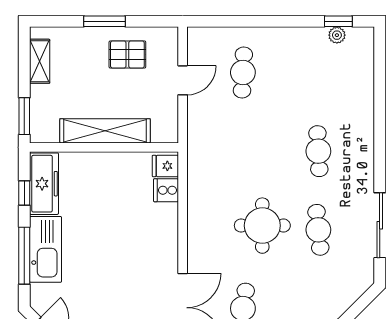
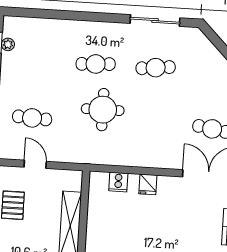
fridge: (165, 166) -> (148, 184), moved
round table: (262, 226) -> (103, 110), moved

